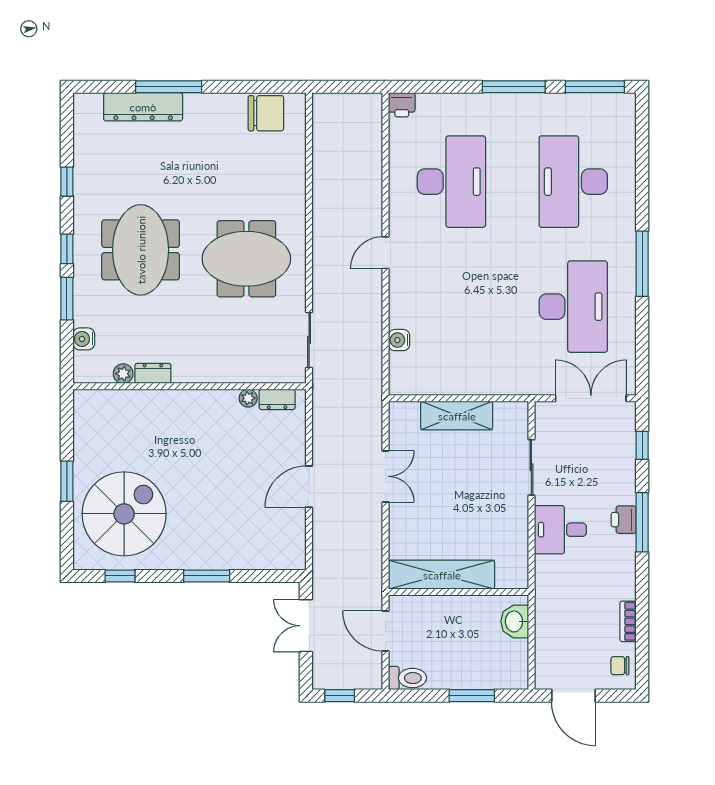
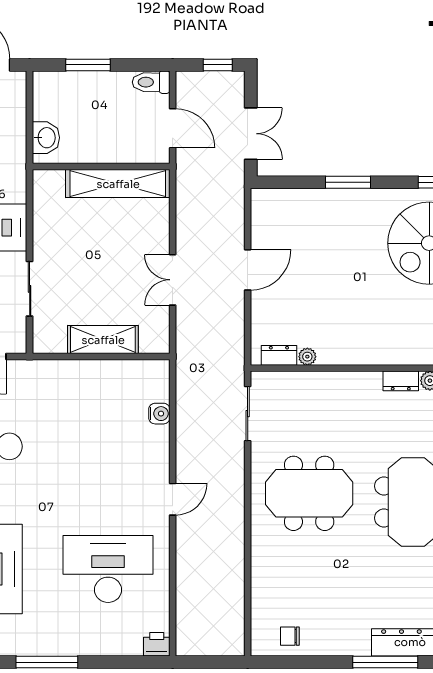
chair: (266, 113) -> (290, 636), width x0.54, depth x0.54
desk: (451, 182) -> (108, 569), turned 90

